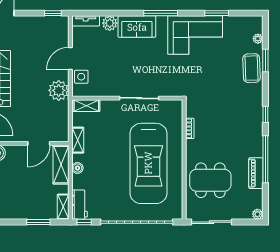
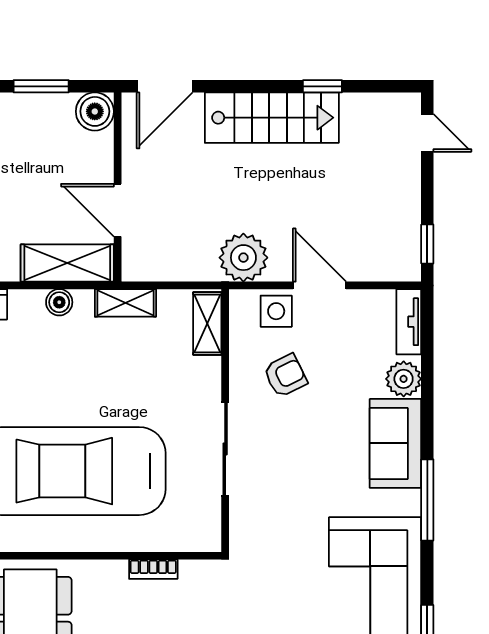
armchair: (108, 73) -> (285, 375), added

